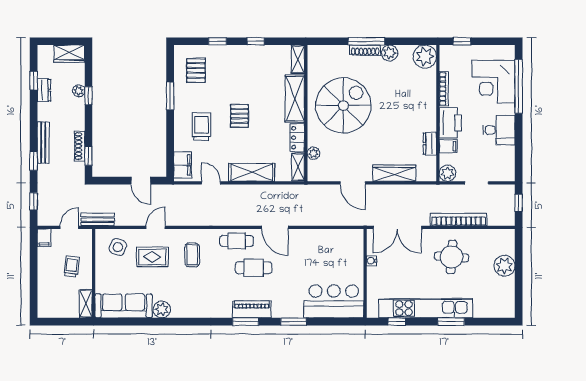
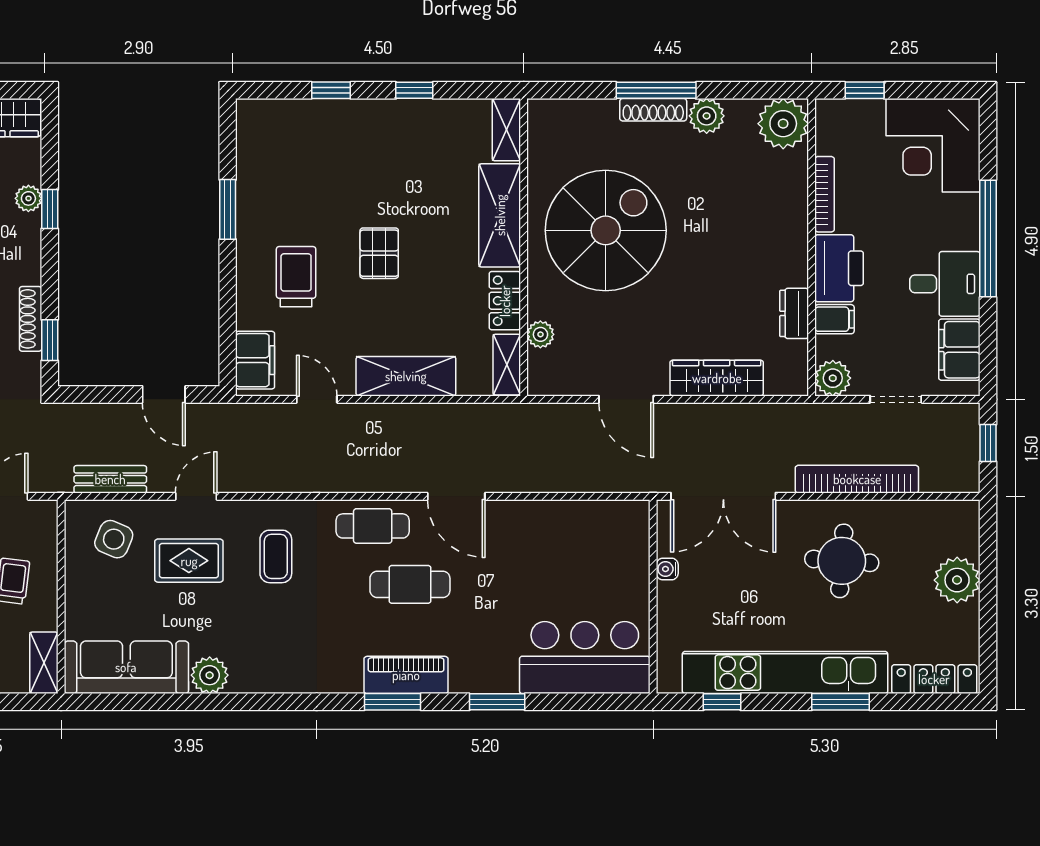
pallet: (196, 70) -> (284, 154), removed
corner desk: (493, 82) -> (933, 145), moved
window: (519, 86) -> (988, 239), moved
filing cabinet: (506, 160) -> (959, 350), added
bench: (98, 220) -> (110, 479), moved
locker: (494, 311) -> (934, 679), added

